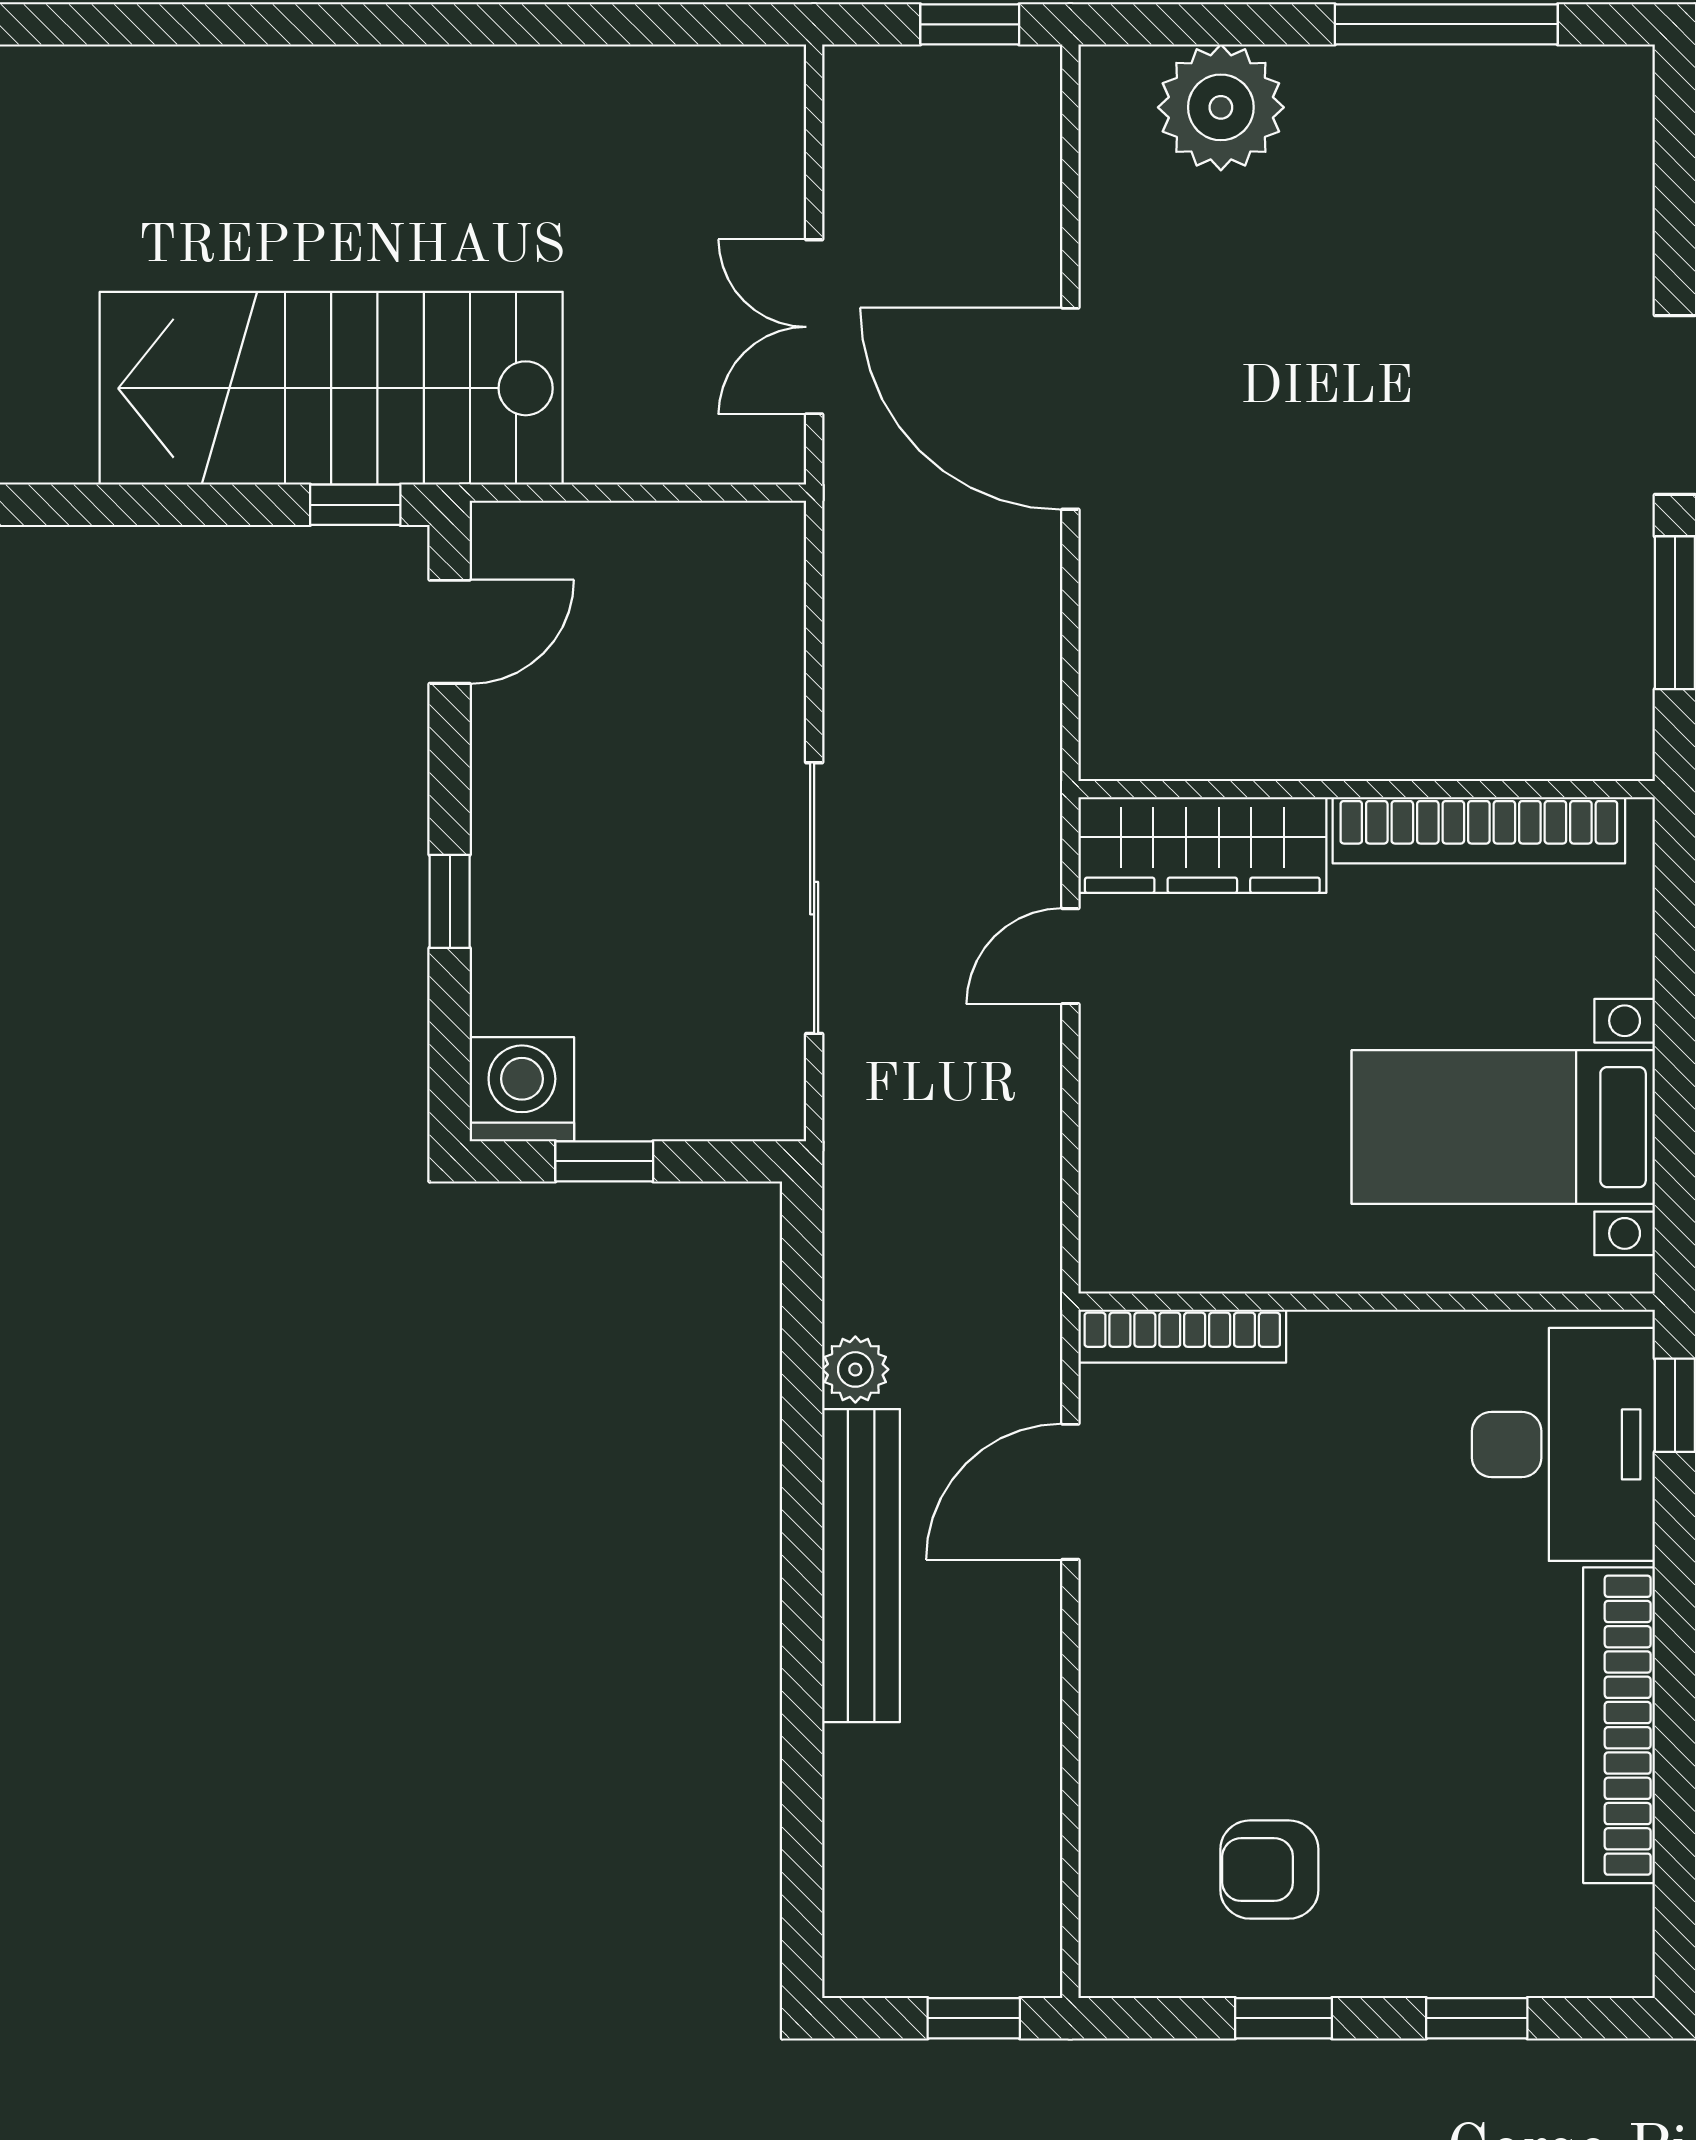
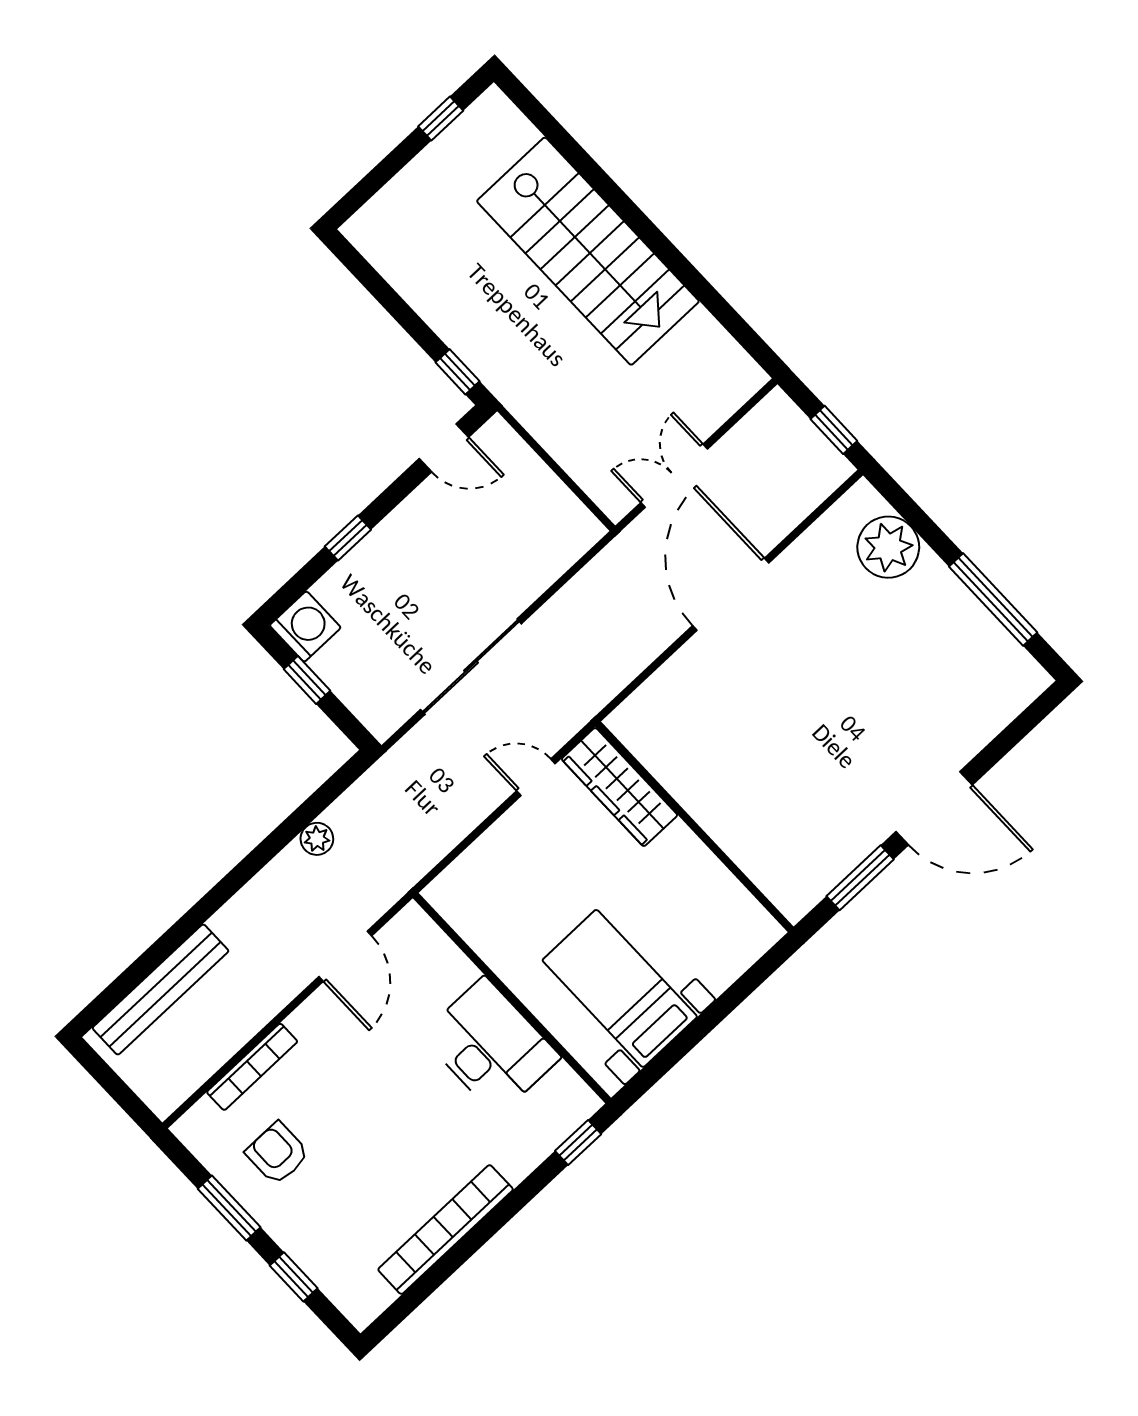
stairs: (331, 388) -> (588, 251), moved, turned 180
bookcase: (1479, 830) -> (717, 881), removed
bookcase: (1182, 1336) -> (252, 1067), moved, turned -90
desk: (1563, 1444) -> (491, 1046), moved, turned -90
door: (1070, 1492) -> (345, 956), swing flipped
bench: (861, 1566) -> (161, 990), moved
window: (974, 2018) -> (126, 1098), removed
window: (1283, 2018) -> (229, 1208), width x1.50

